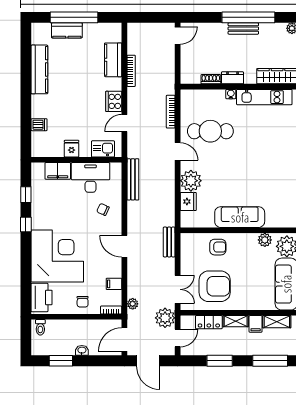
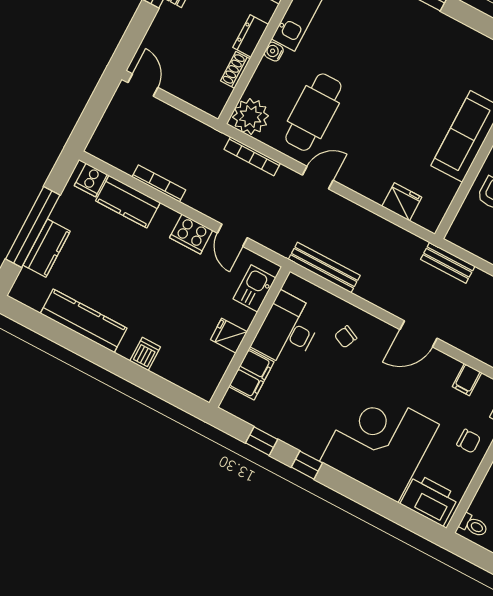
cooker: (114, 35) -> (91, 180), added
dishwasher: (39, 125) -> (145, 354), moved
plant: (191, 181) -> (251, 116), moved

